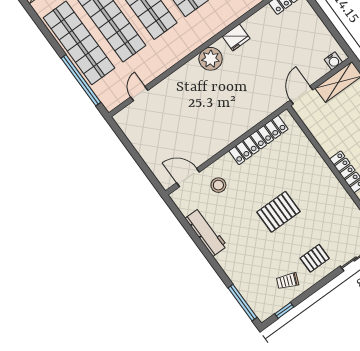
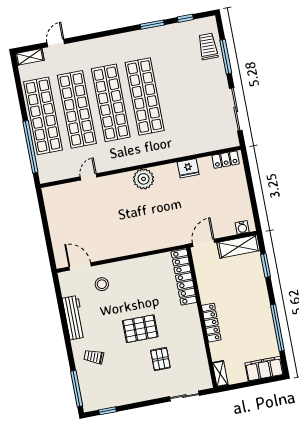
fridge: (236, 37) -> (188, 168), moved
door: (139, 94) -> (89, 177), moved
locker: (258, 140) -> (184, 277), moved, turned 90
pallet: (315, 258) -> (160, 359), moved, turned 90
trolley: (287, 281) -> (94, 357), moved

